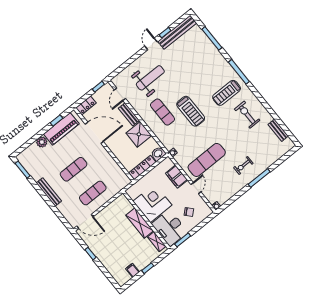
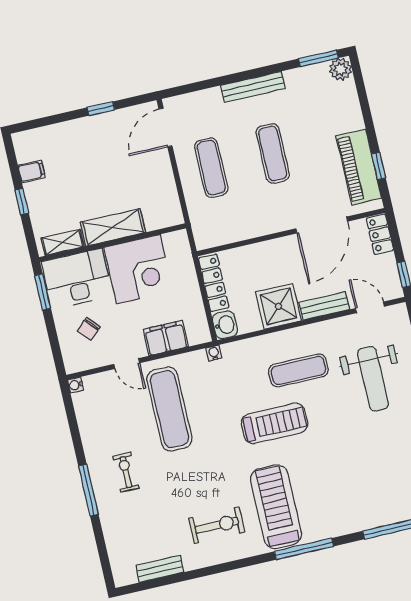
treadmill: (227, 93) -> (276, 507), width x1.37, depth x1.38
treadmill: (191, 111) -> (274, 423), turned 180
plant: (42, 142) -> (340, 69), moved

